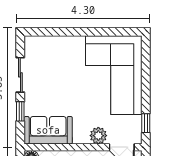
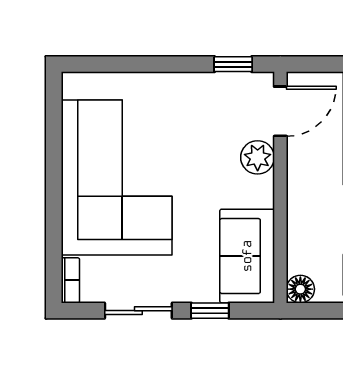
bookcase: (36, 40) -> (70, 280), added
corner sofa: (114, 75) -> (117, 178), moved, turned -90

